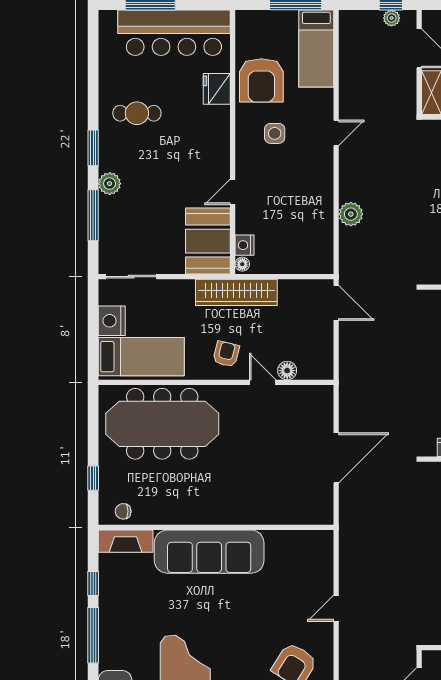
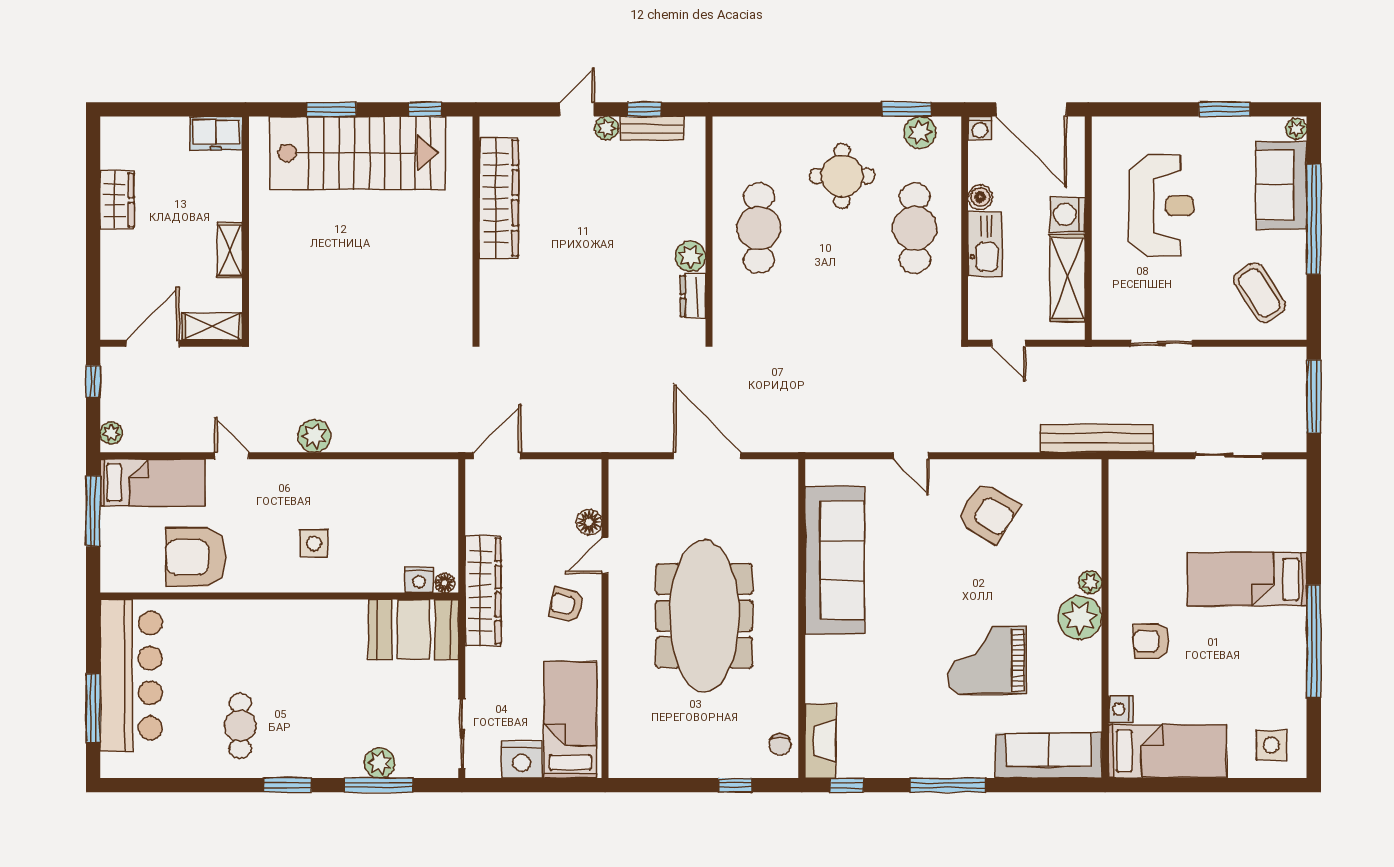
plant: (392, 18) -> (111, 433), moved
armchair: (261, 80) -> (196, 557), turned 180
fridge: (217, 89) -> (207, 618), removed
side table: (275, 133) -> (314, 544), moved
door: (336, 133) -> (232, 456), moved
plant: (110, 184) -> (380, 763), moved
door: (233, 192) -> (347, 596), removed
plant: (351, 214) -> (314, 436), moved
meeting table: (162, 424) -> (704, 616), moved
sofa: (209, 552) -> (835, 560), moved
window: (93, 583) -> (847, 785), moved

